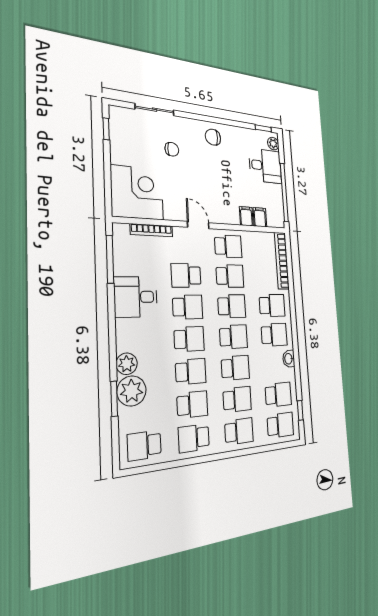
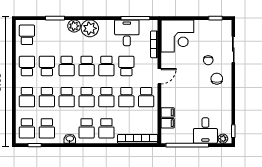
chair: (213, 137) -> (217, 79), moved
desk: (136, 297) -> (127, 33), moved
plant: (132, 391) -> (90, 28), moved
school desk: (192, 405) -> (47, 66), turned 180

